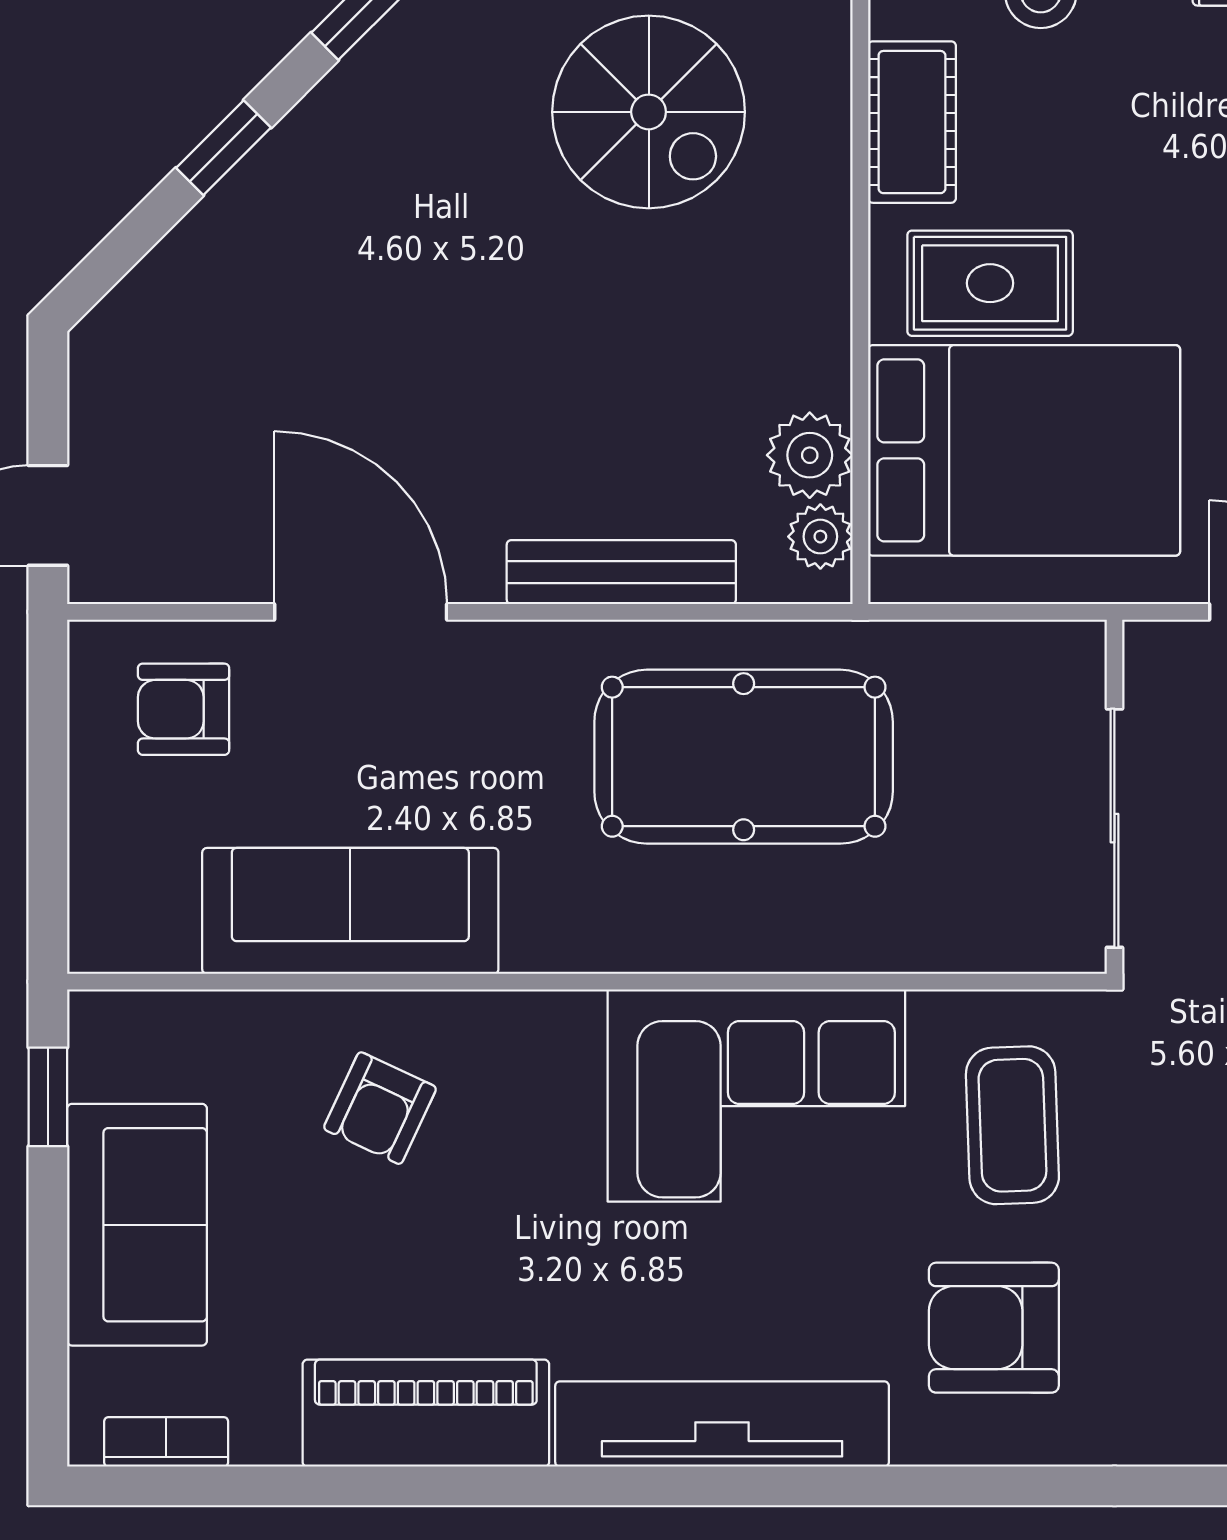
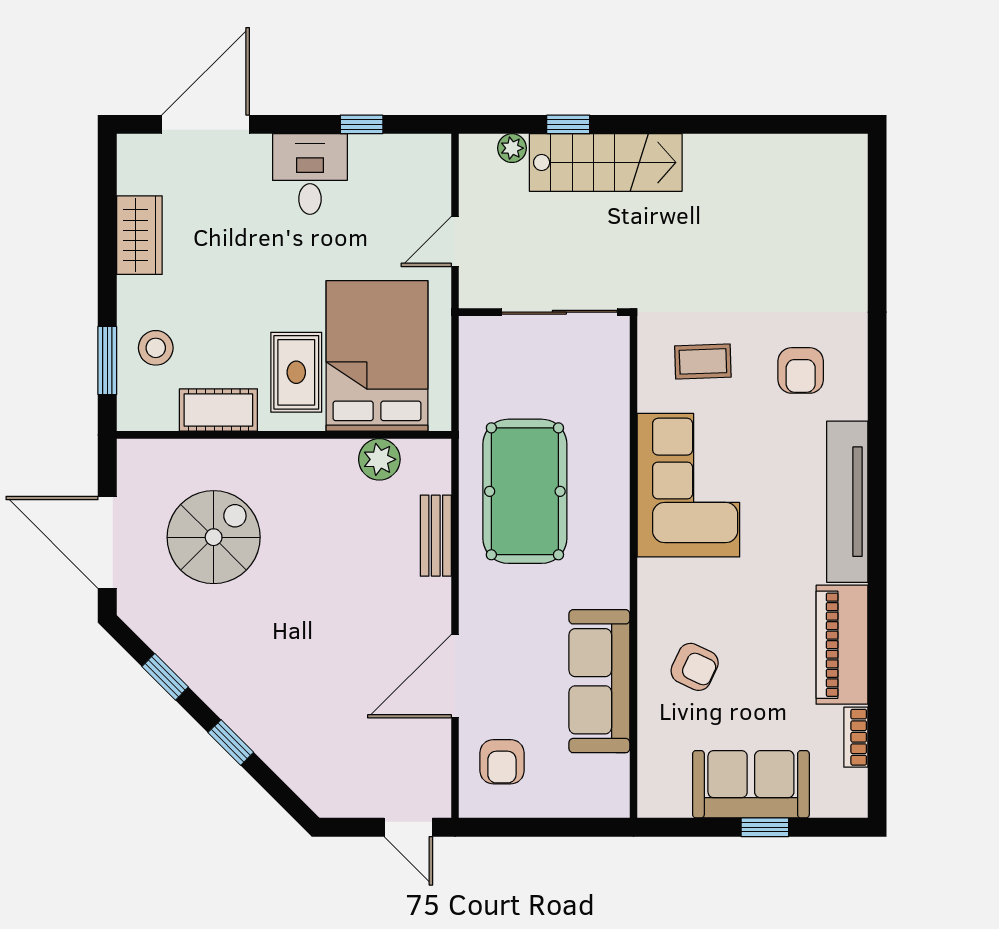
plant: (820, 537) -> (419, 454), removed
bench: (621, 572) -> (436, 536), width x0.73
window: (48, 1097) -> (765, 827), moved
coffee table: (1012, 1125) -> (703, 361), width x0.73, depth x0.77
armchair: (994, 1328) -> (801, 370), width x0.72, depth x0.72
bookcase: (166, 1442) -> (856, 737), moved

